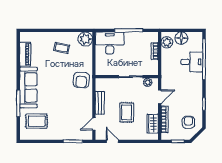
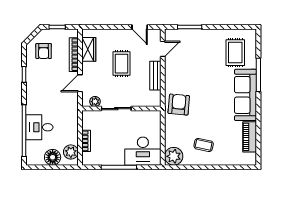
rug: (37, 121) -> (235, 53), turned 90

